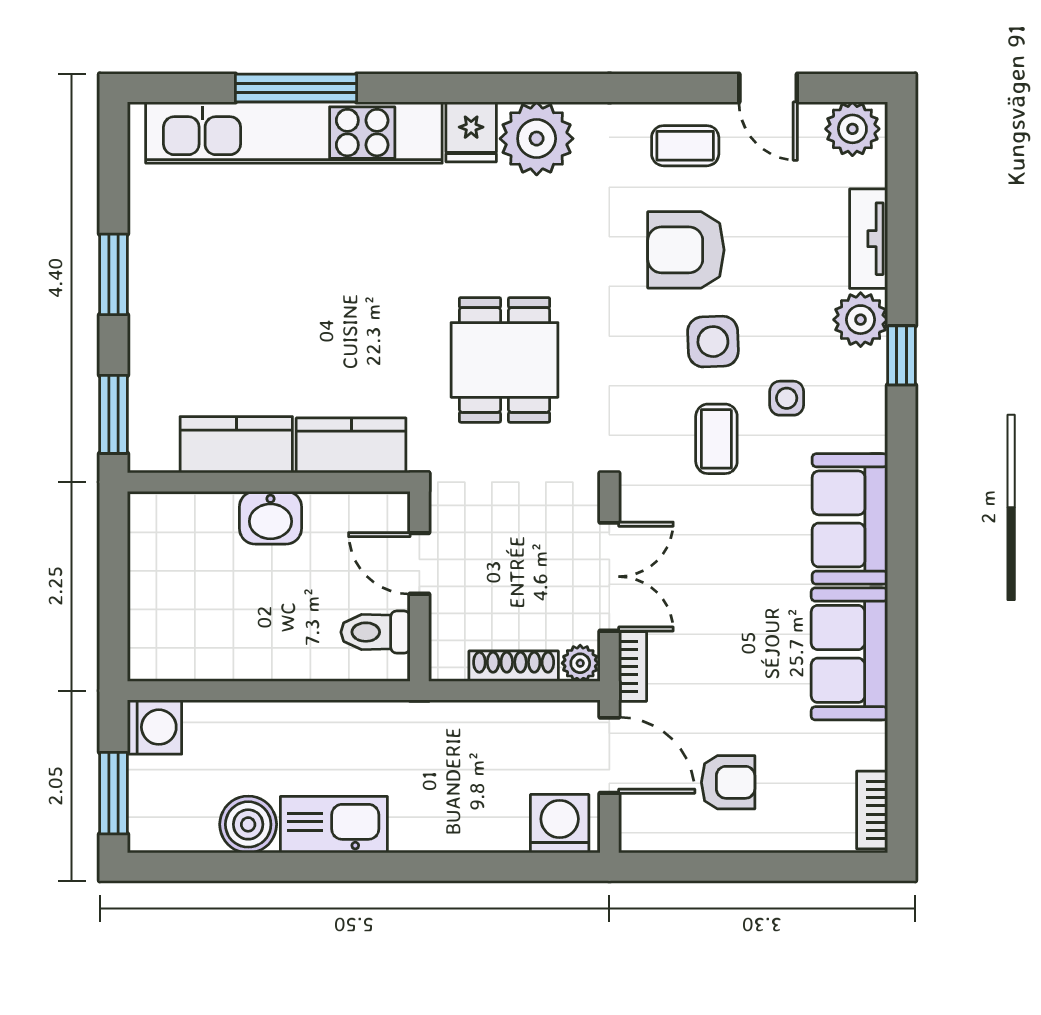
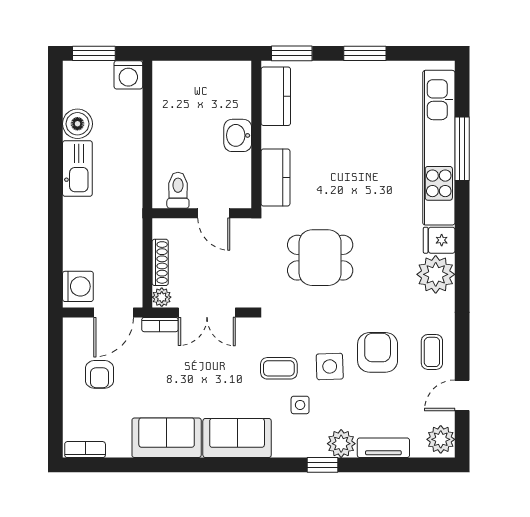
kitchen counter: (236, 445) -> (276, 96), moved
door: (419, 563) -> (214, 213), swing flipped

